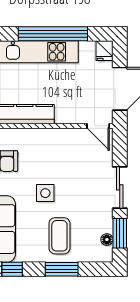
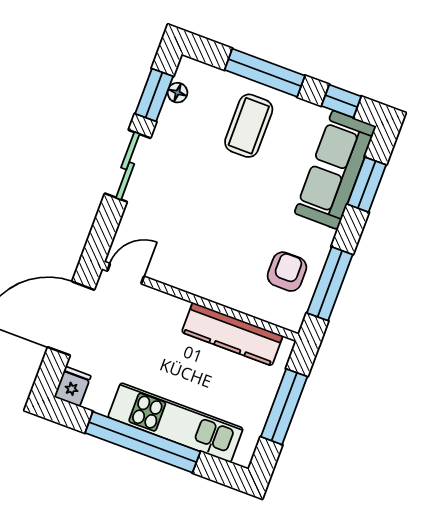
door: (98, 126) -> (126, 274), hinge flipped
side table: (45, 193) -> (246, 200), removed
window: (62, 269) -> (265, 73), width x1.44

